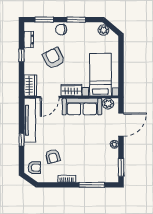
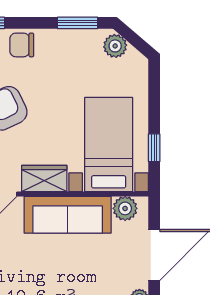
window: (76, 20) -> (78, 23), moved
window: (121, 76) -> (154, 148), added

